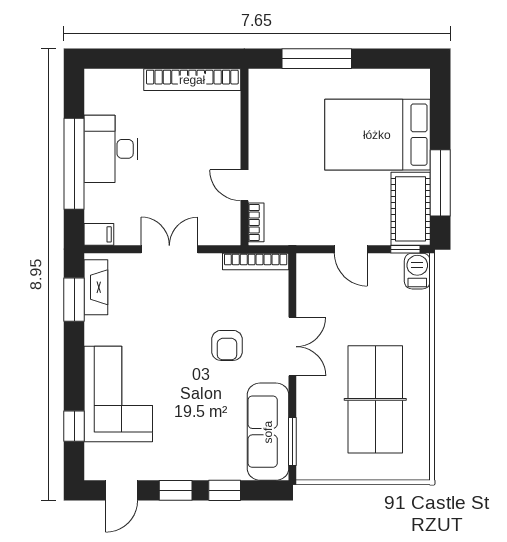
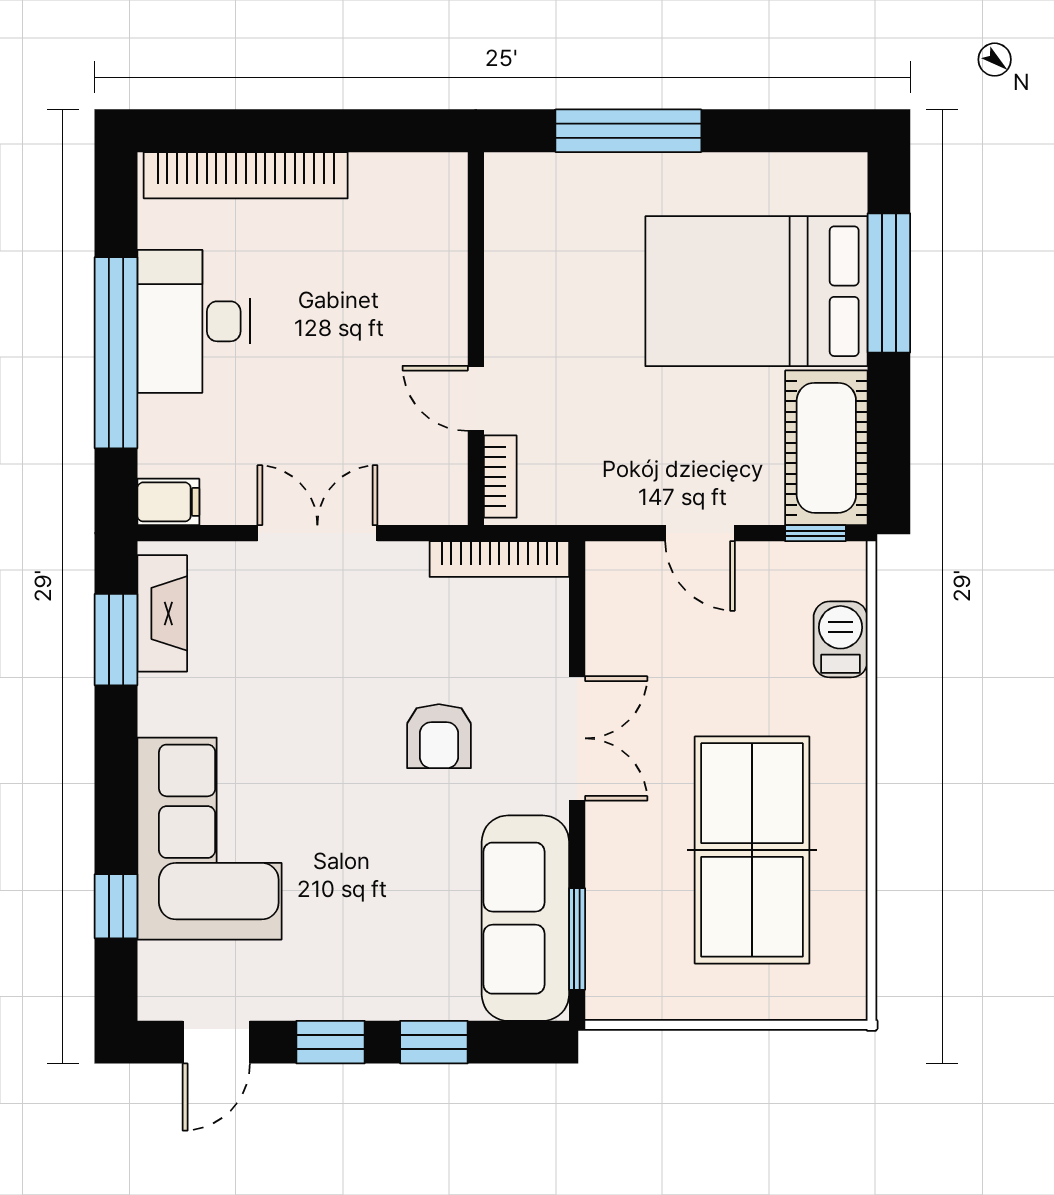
bookcase: (192, 80) -> (246, 175), moved
window: (440, 183) -> (889, 283), moved
barbecue: (417, 271) -> (841, 639), moved

